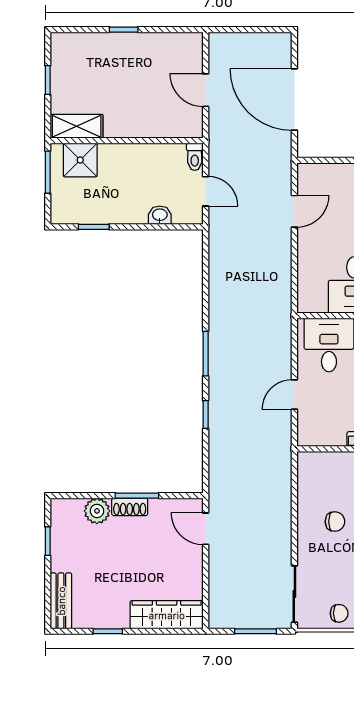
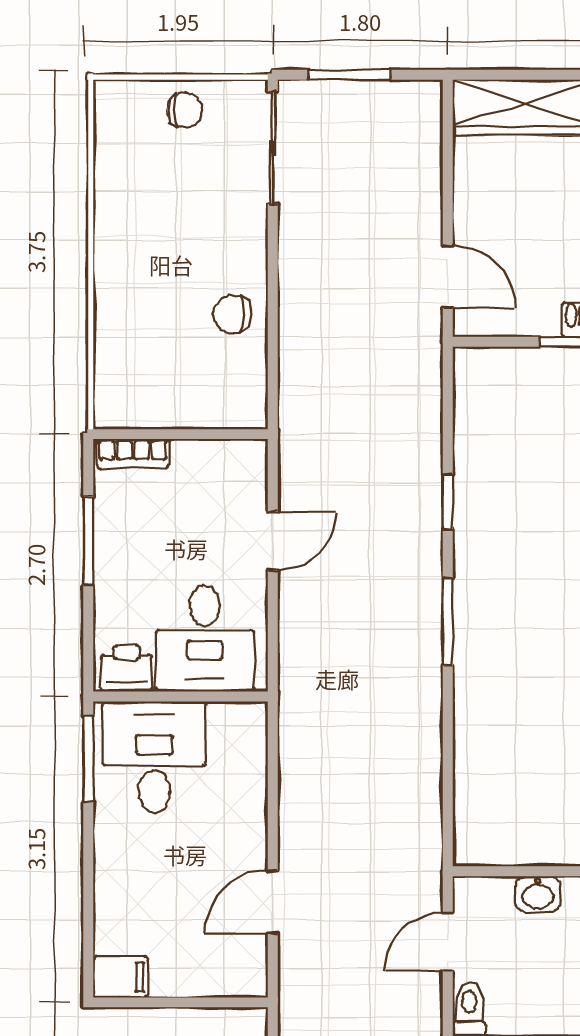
door: (206, 191) -> (448, 942), hinge flipped
chair: (335, 522) -> (232, 314), moved
chair: (339, 613) -> (185, 110), turned 180

